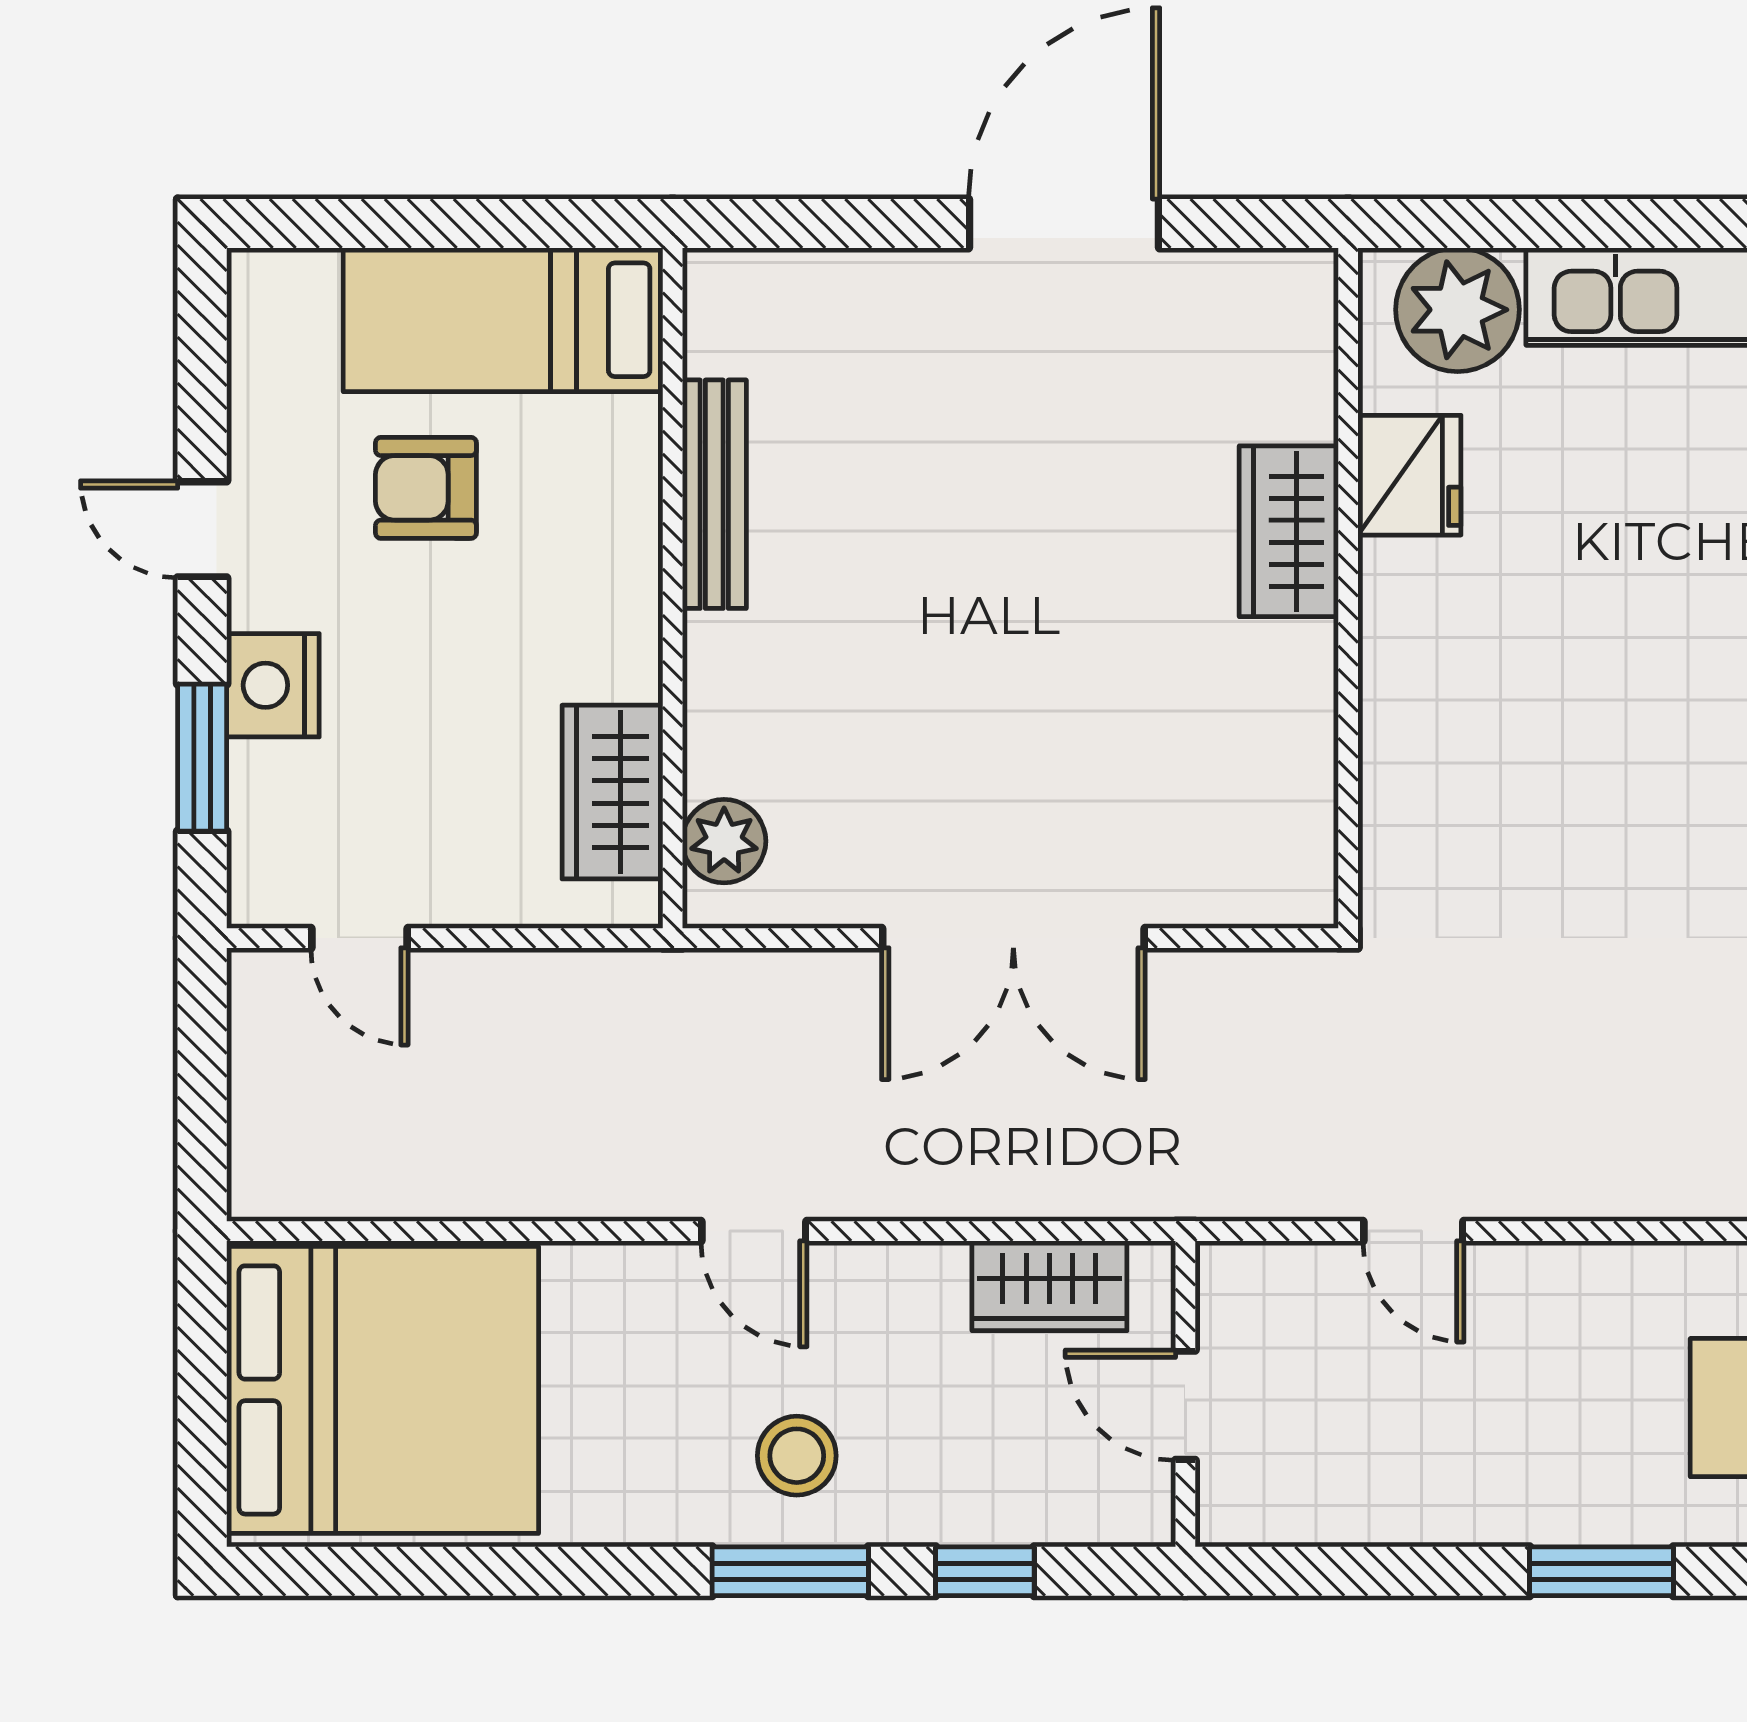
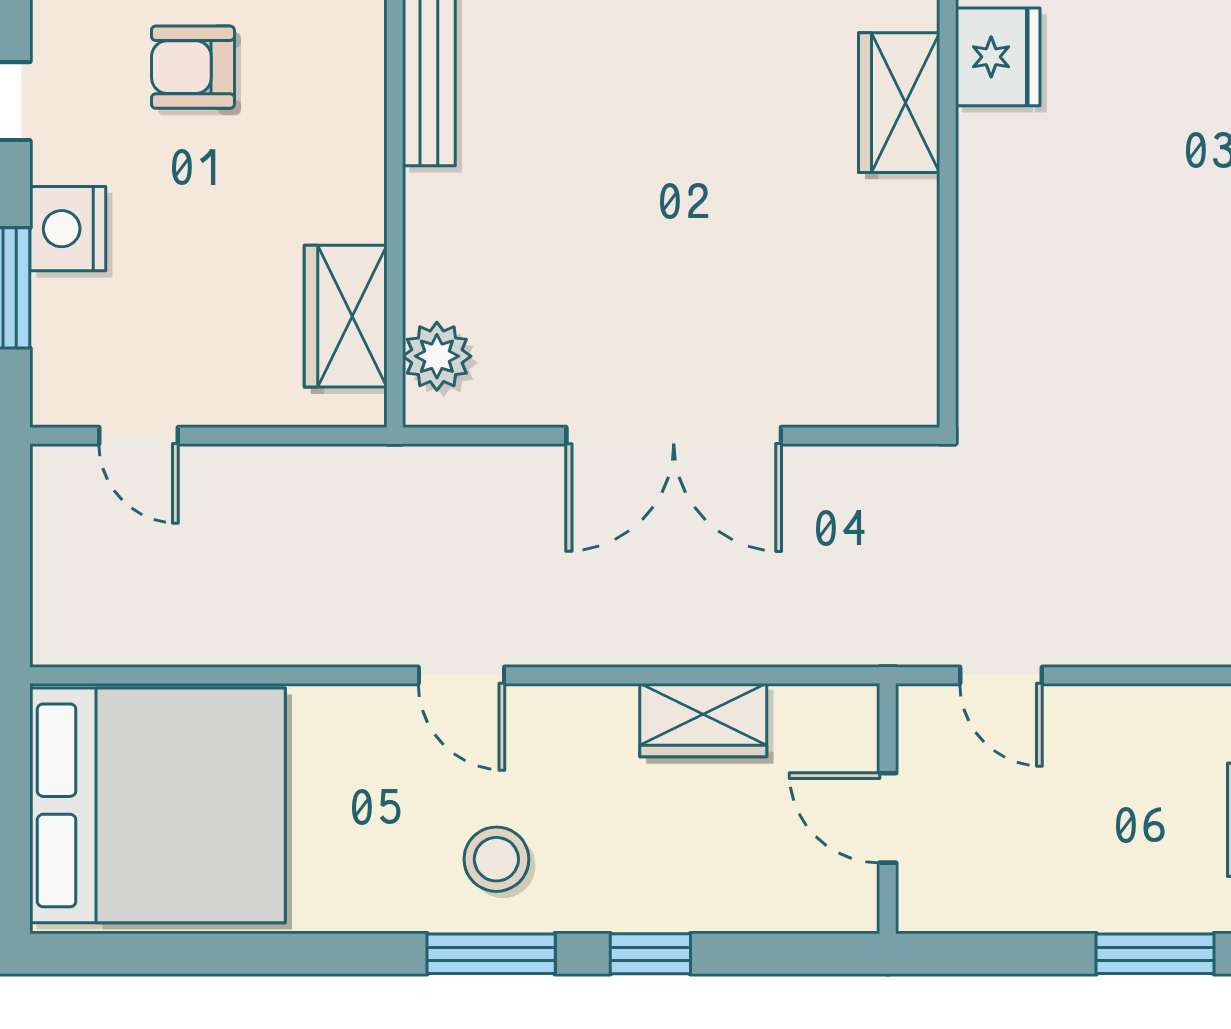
wall: (1185, 1394) -> (888, 809), moved
door: (1185, 1405) -> (888, 818), moved

